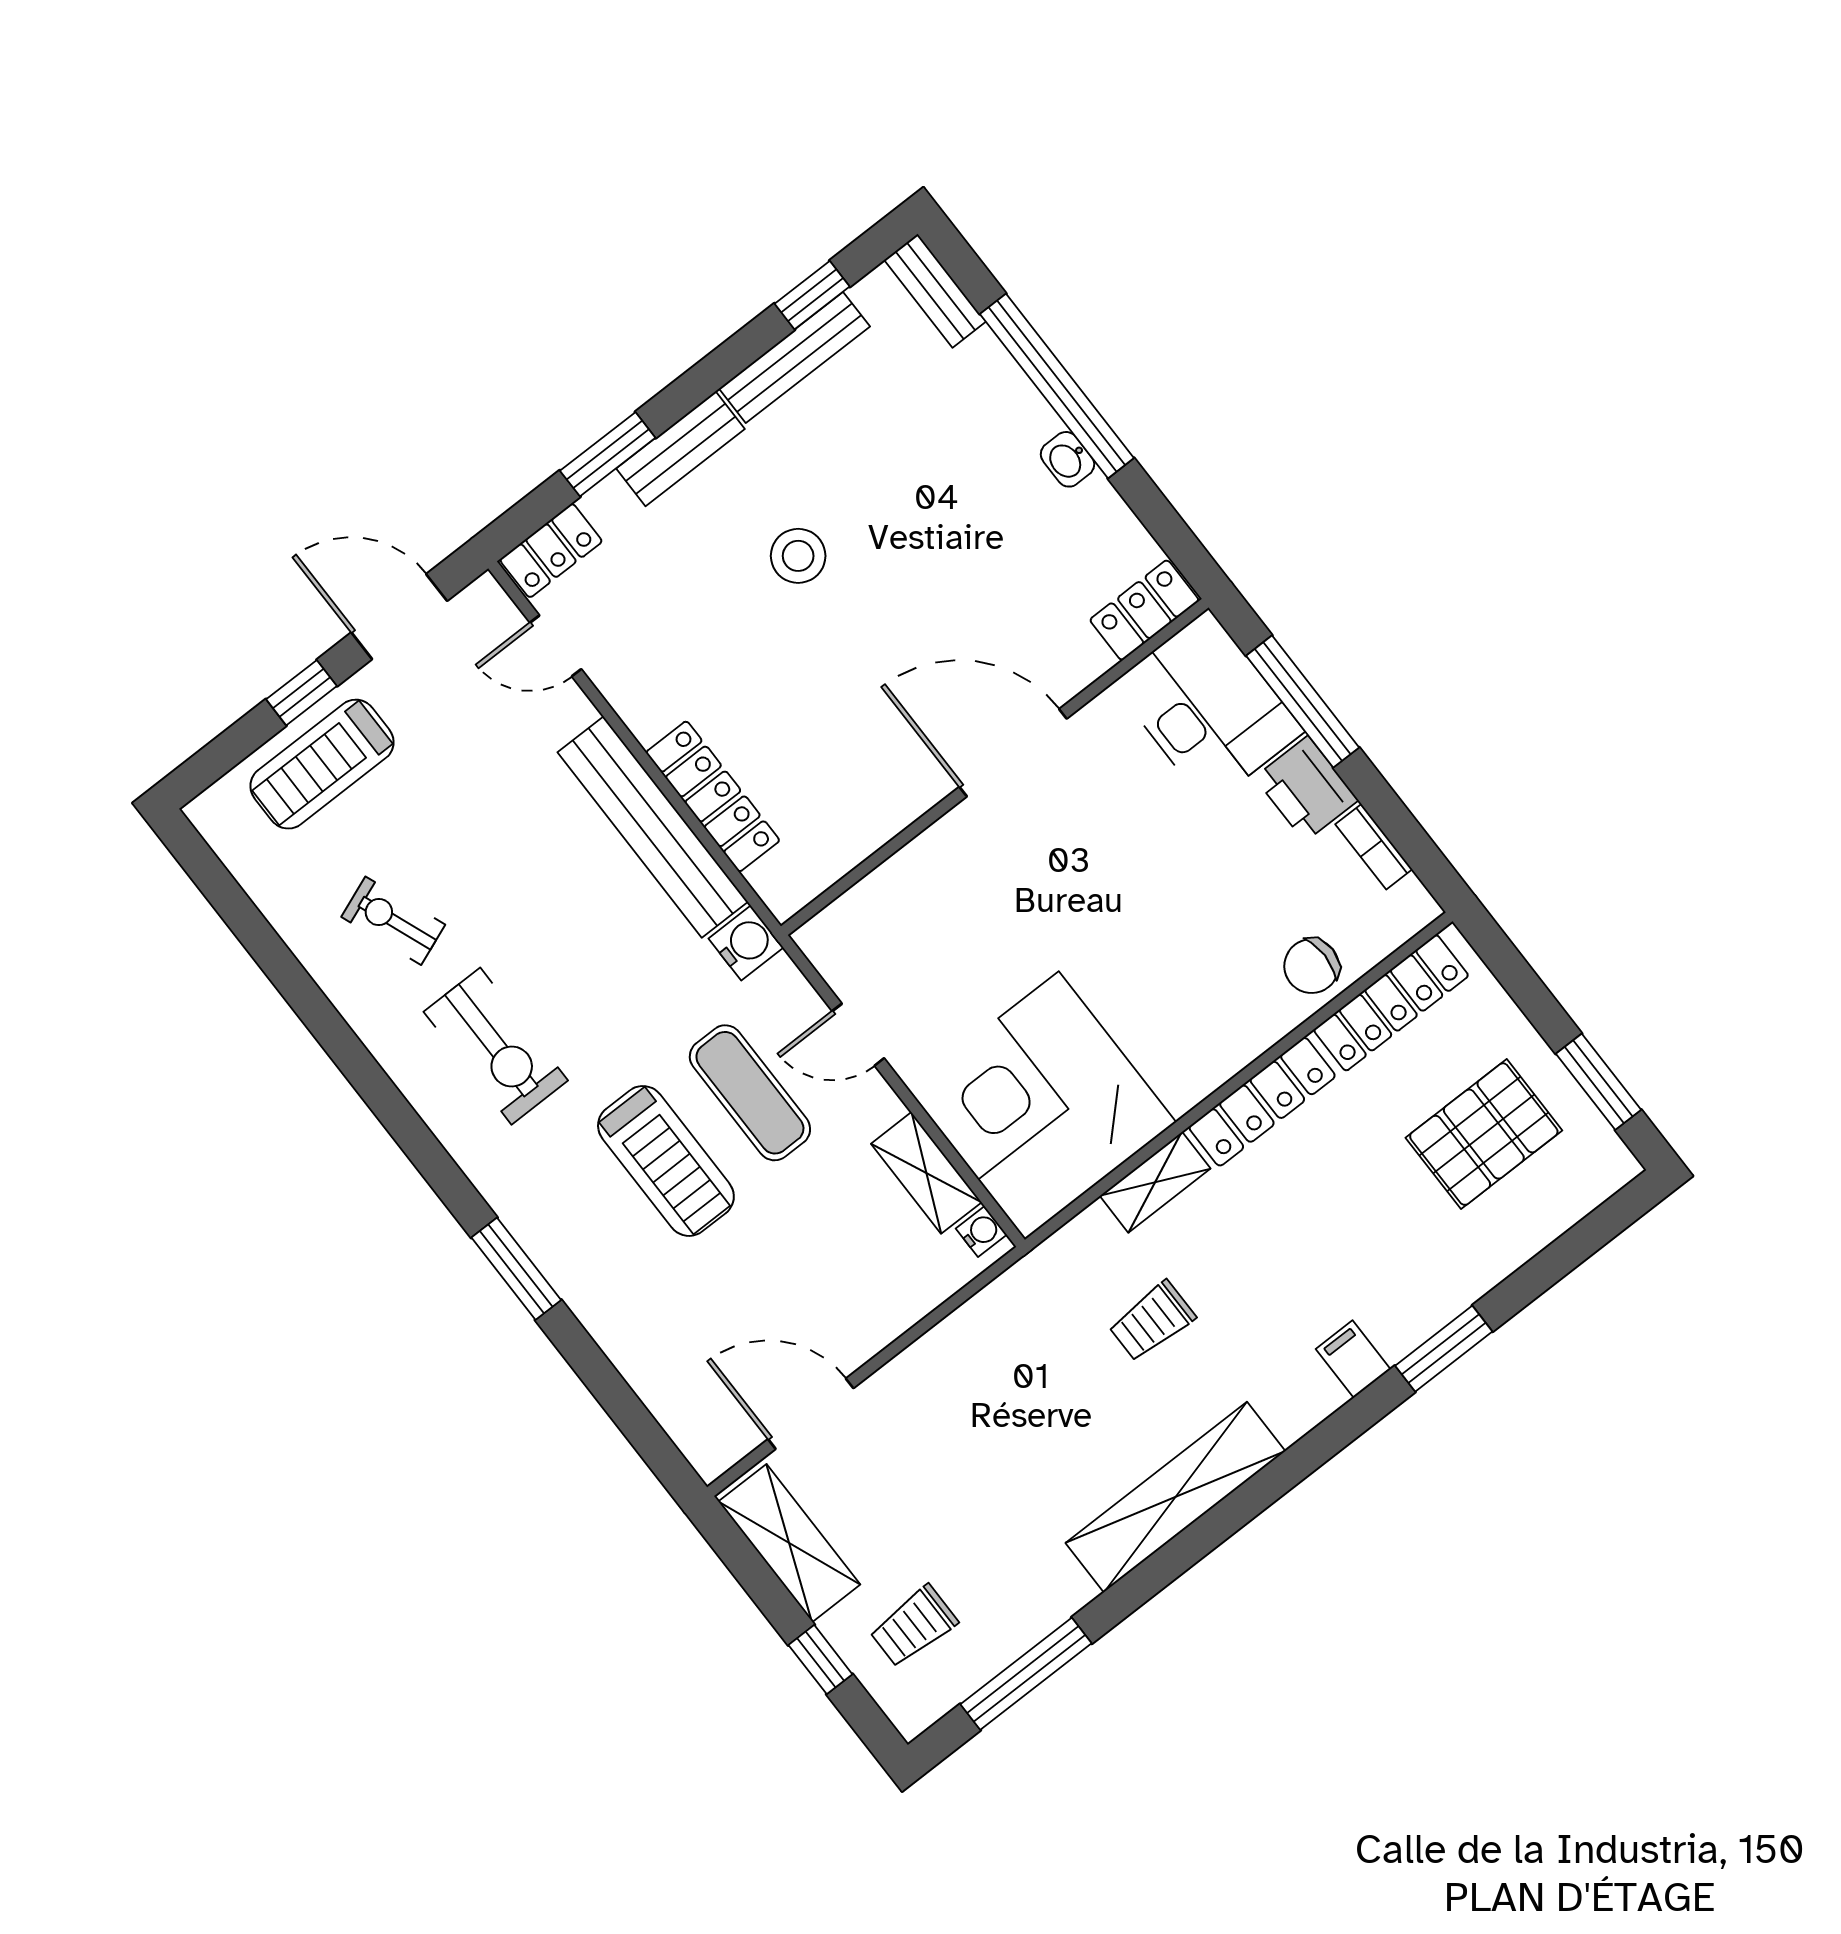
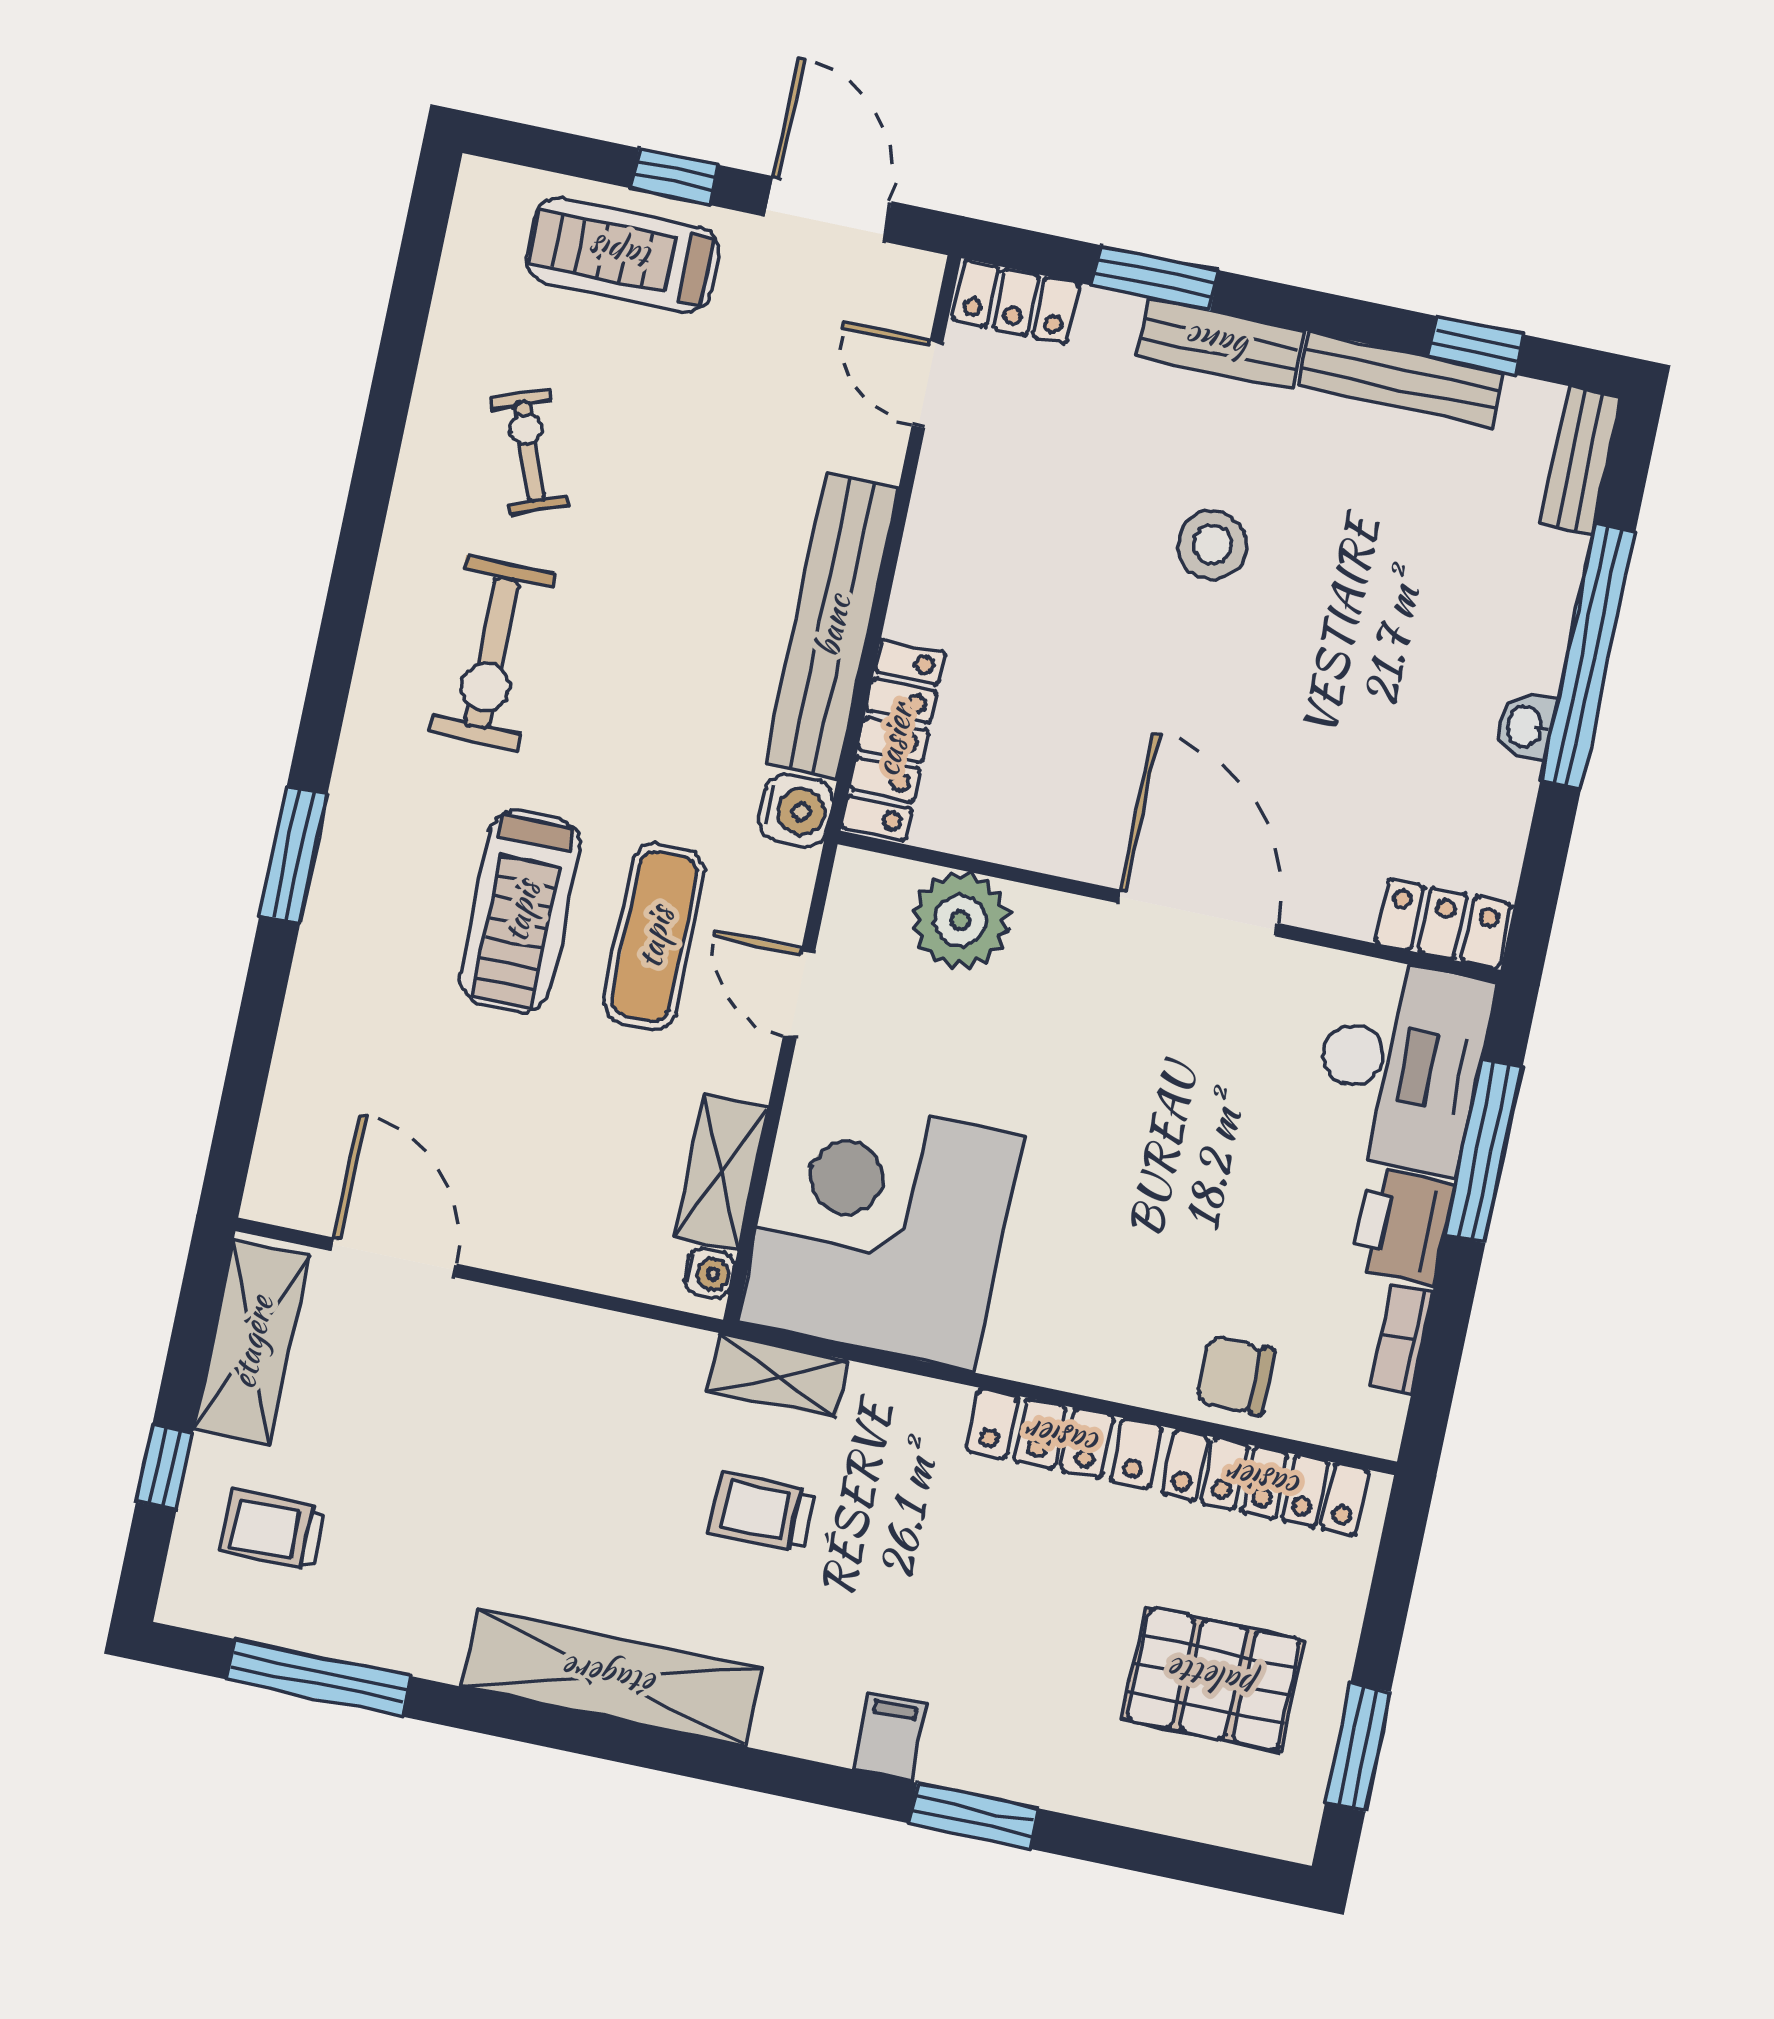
locker: (713, 796) -> (893, 740), moved
plant: (896, 900) -> (961, 920), added
shelving: (1155, 1182) -> (778, 1376), moved

